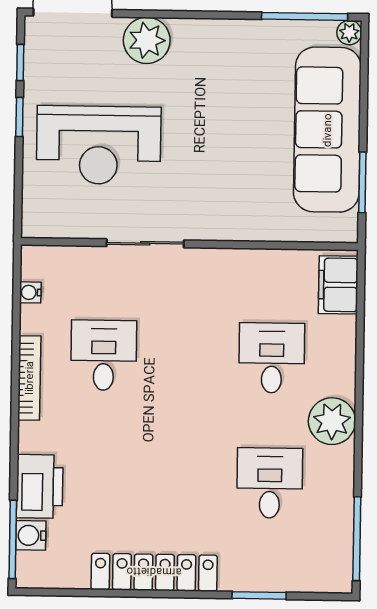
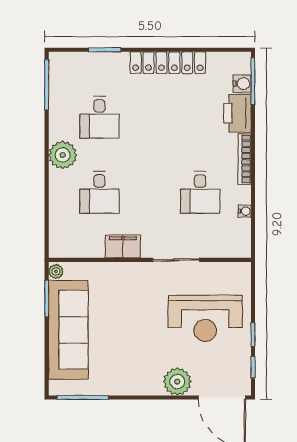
plant: (349, 33) -> (56, 271), moved
reception desk: (99, 145) -> (205, 318), turned 180
filing cabinet: (338, 285) -> (123, 246), moved, turned -90
water cooler: (30, 292) -> (245, 211), moved
bookcase: (29, 378) -> (245, 159), moved

